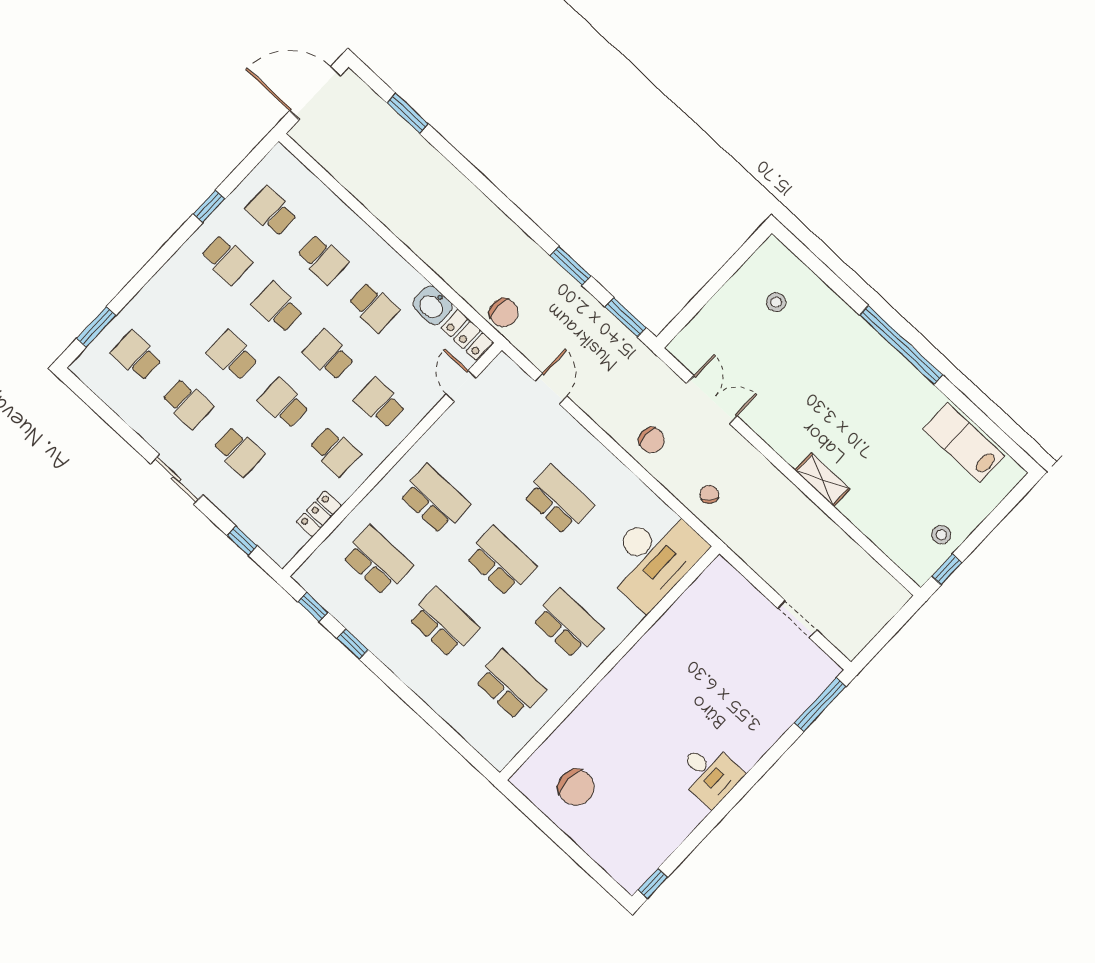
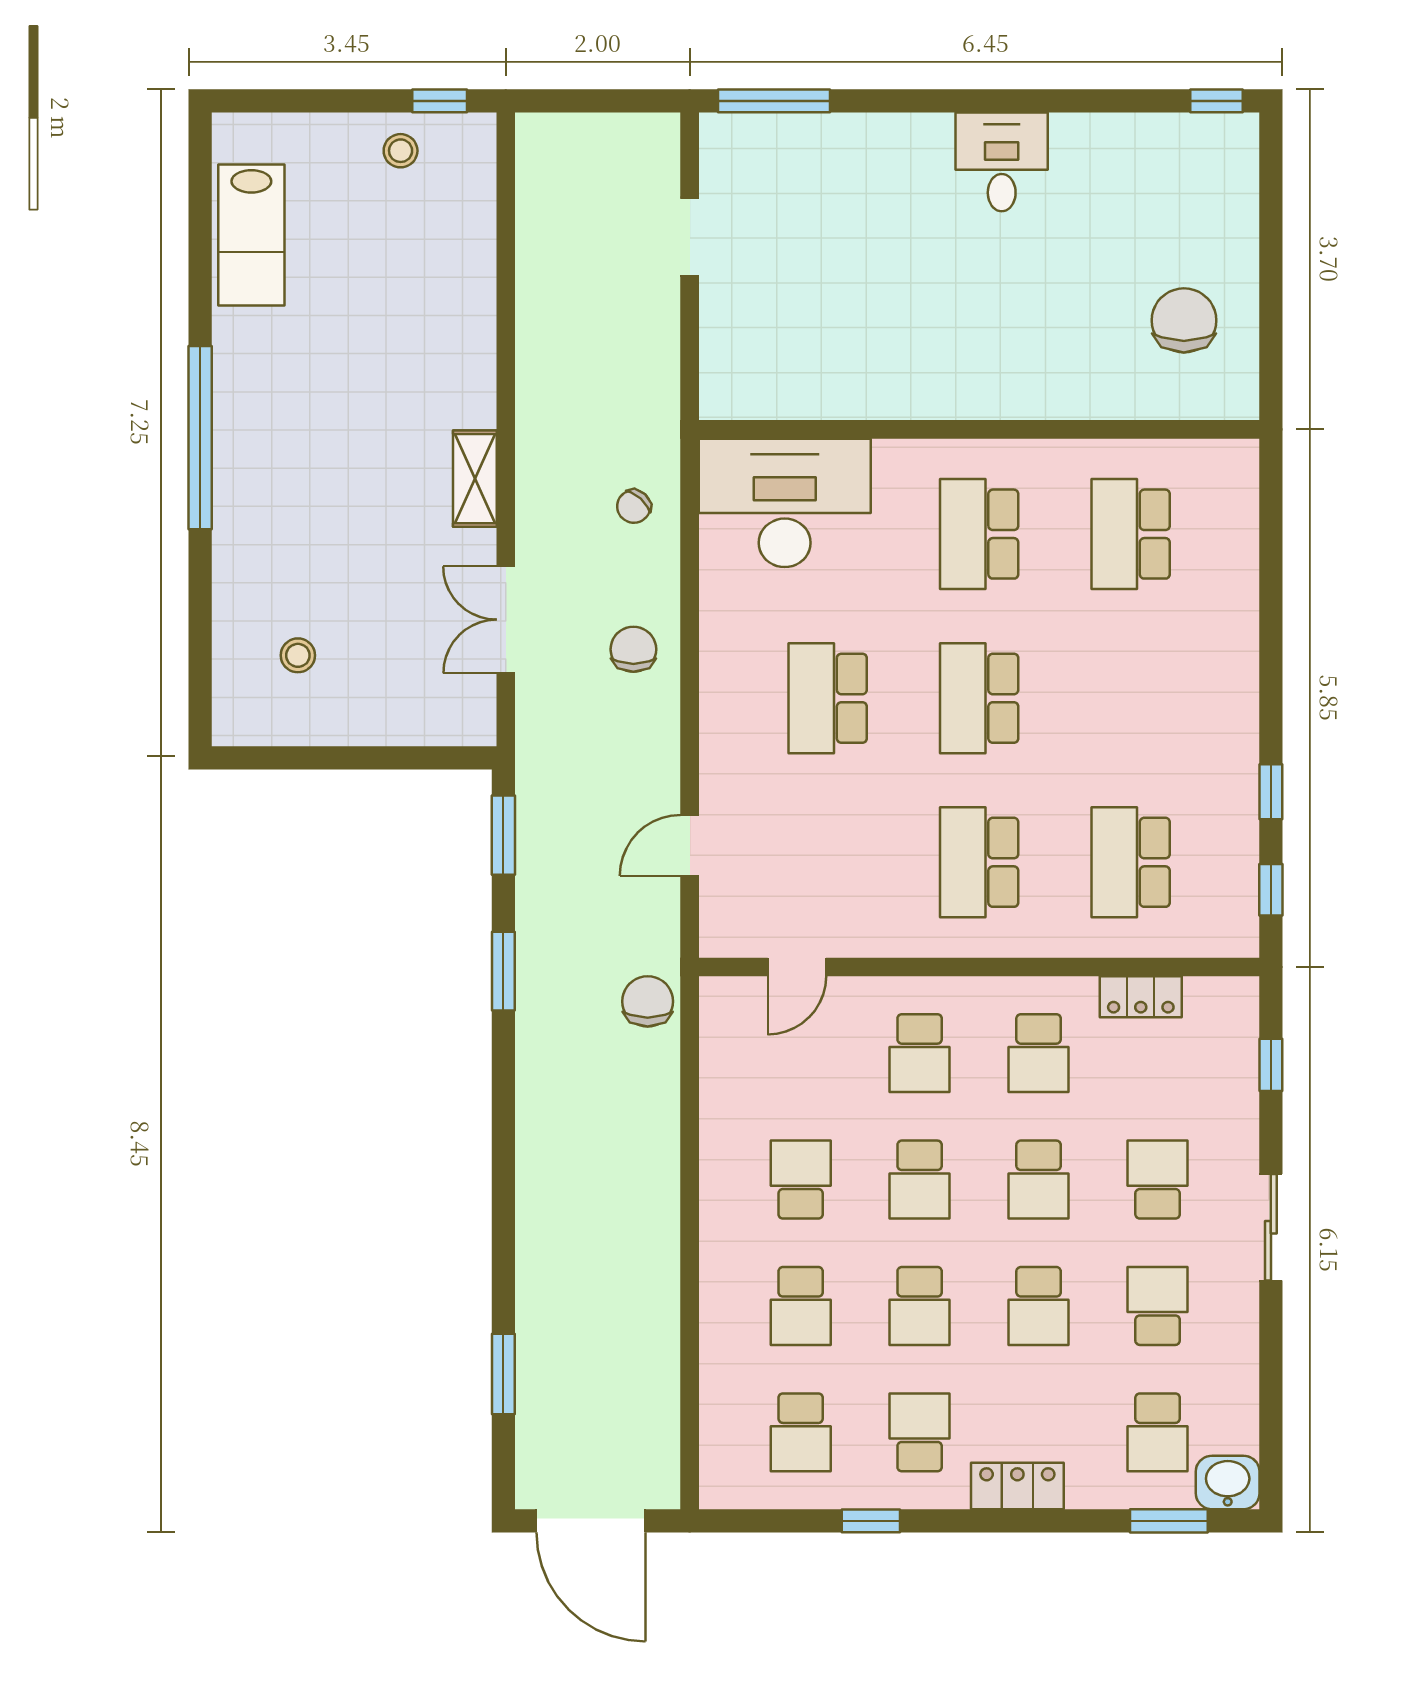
school desk: (323, 259) -> (801, 1306), turned 180
washbasin: (433, 305) -> (1228, 1482), moved, turned -90
locker: (467, 335) -> (1017, 1486), moved, turned -90
school desk: (335, 451) -> (1039, 1053), turned 180
shelving: (822, 480) -> (475, 479), moved
school desk: (444, 623) -> (1131, 698), removed

